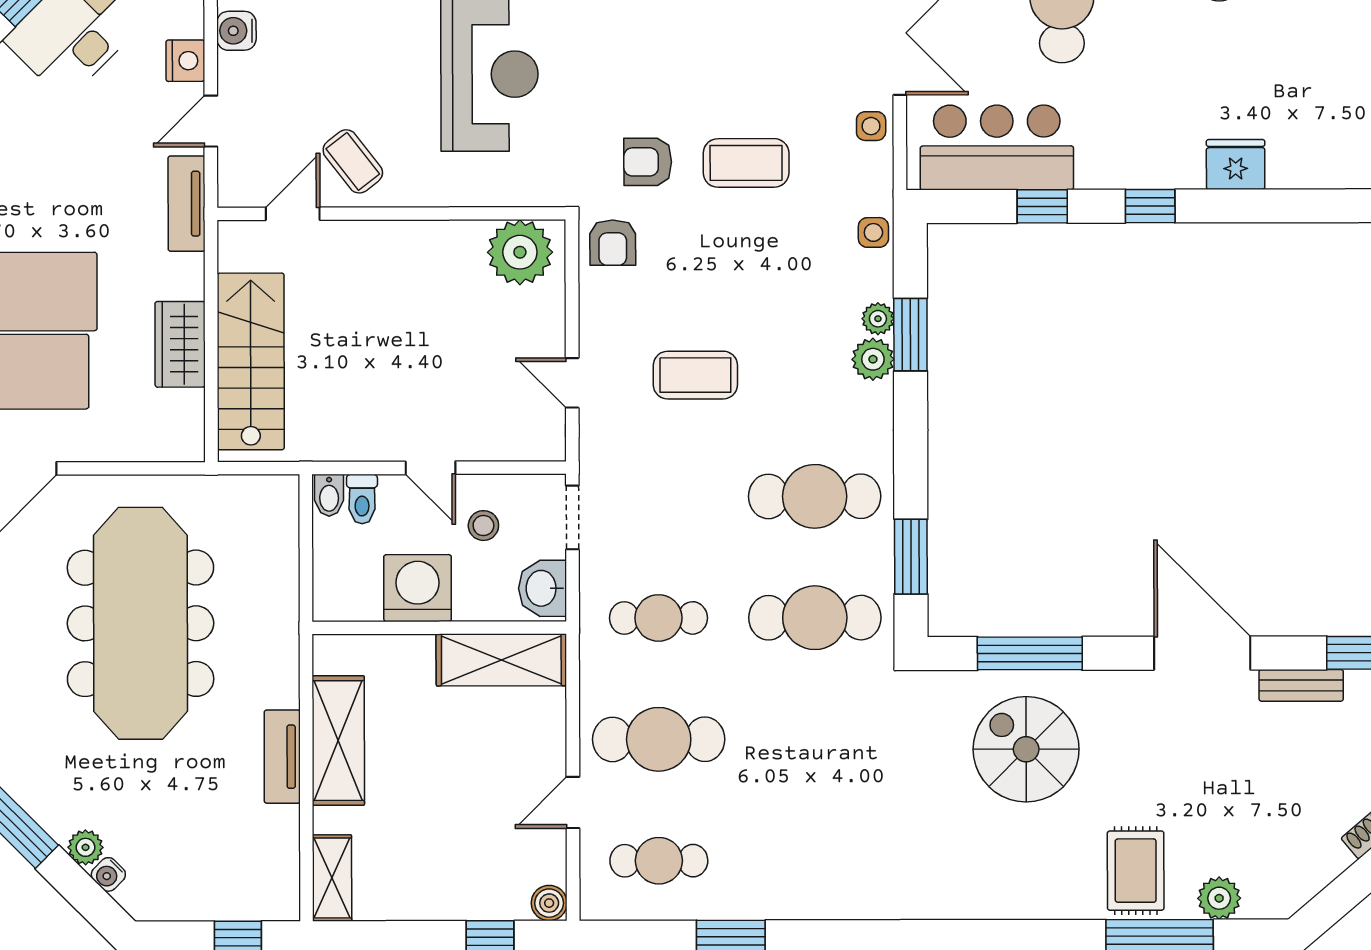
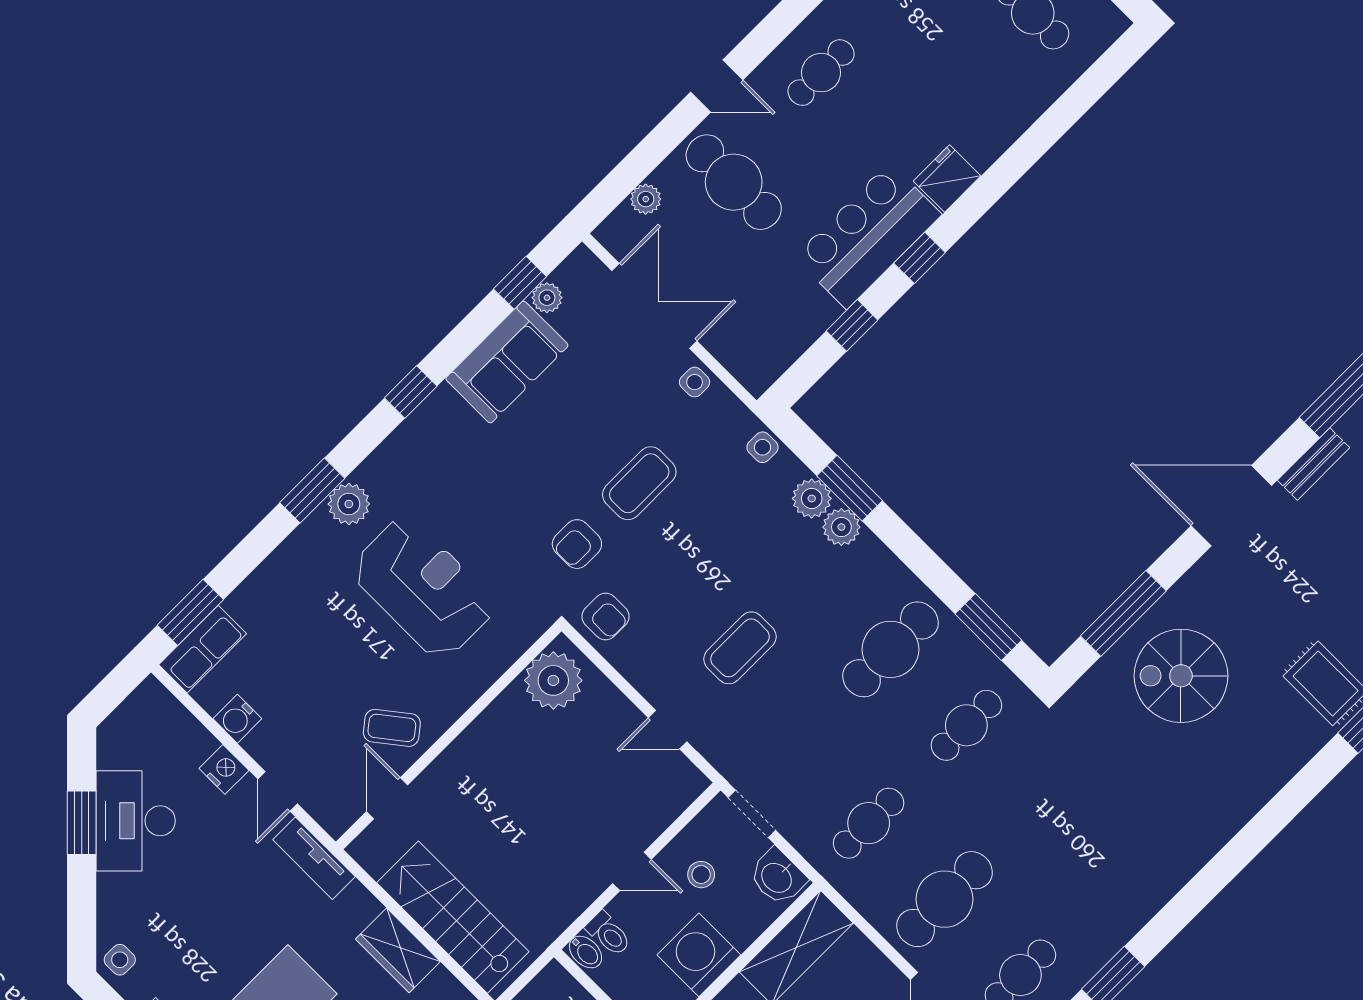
bar counter: (997, 147) -> (868, 236), moved
plant: (878, 319) -> (812, 498), width x1.38, depth x1.38
cafe table: (815, 618) -> (966, 725), width x0.73, depth x0.74

